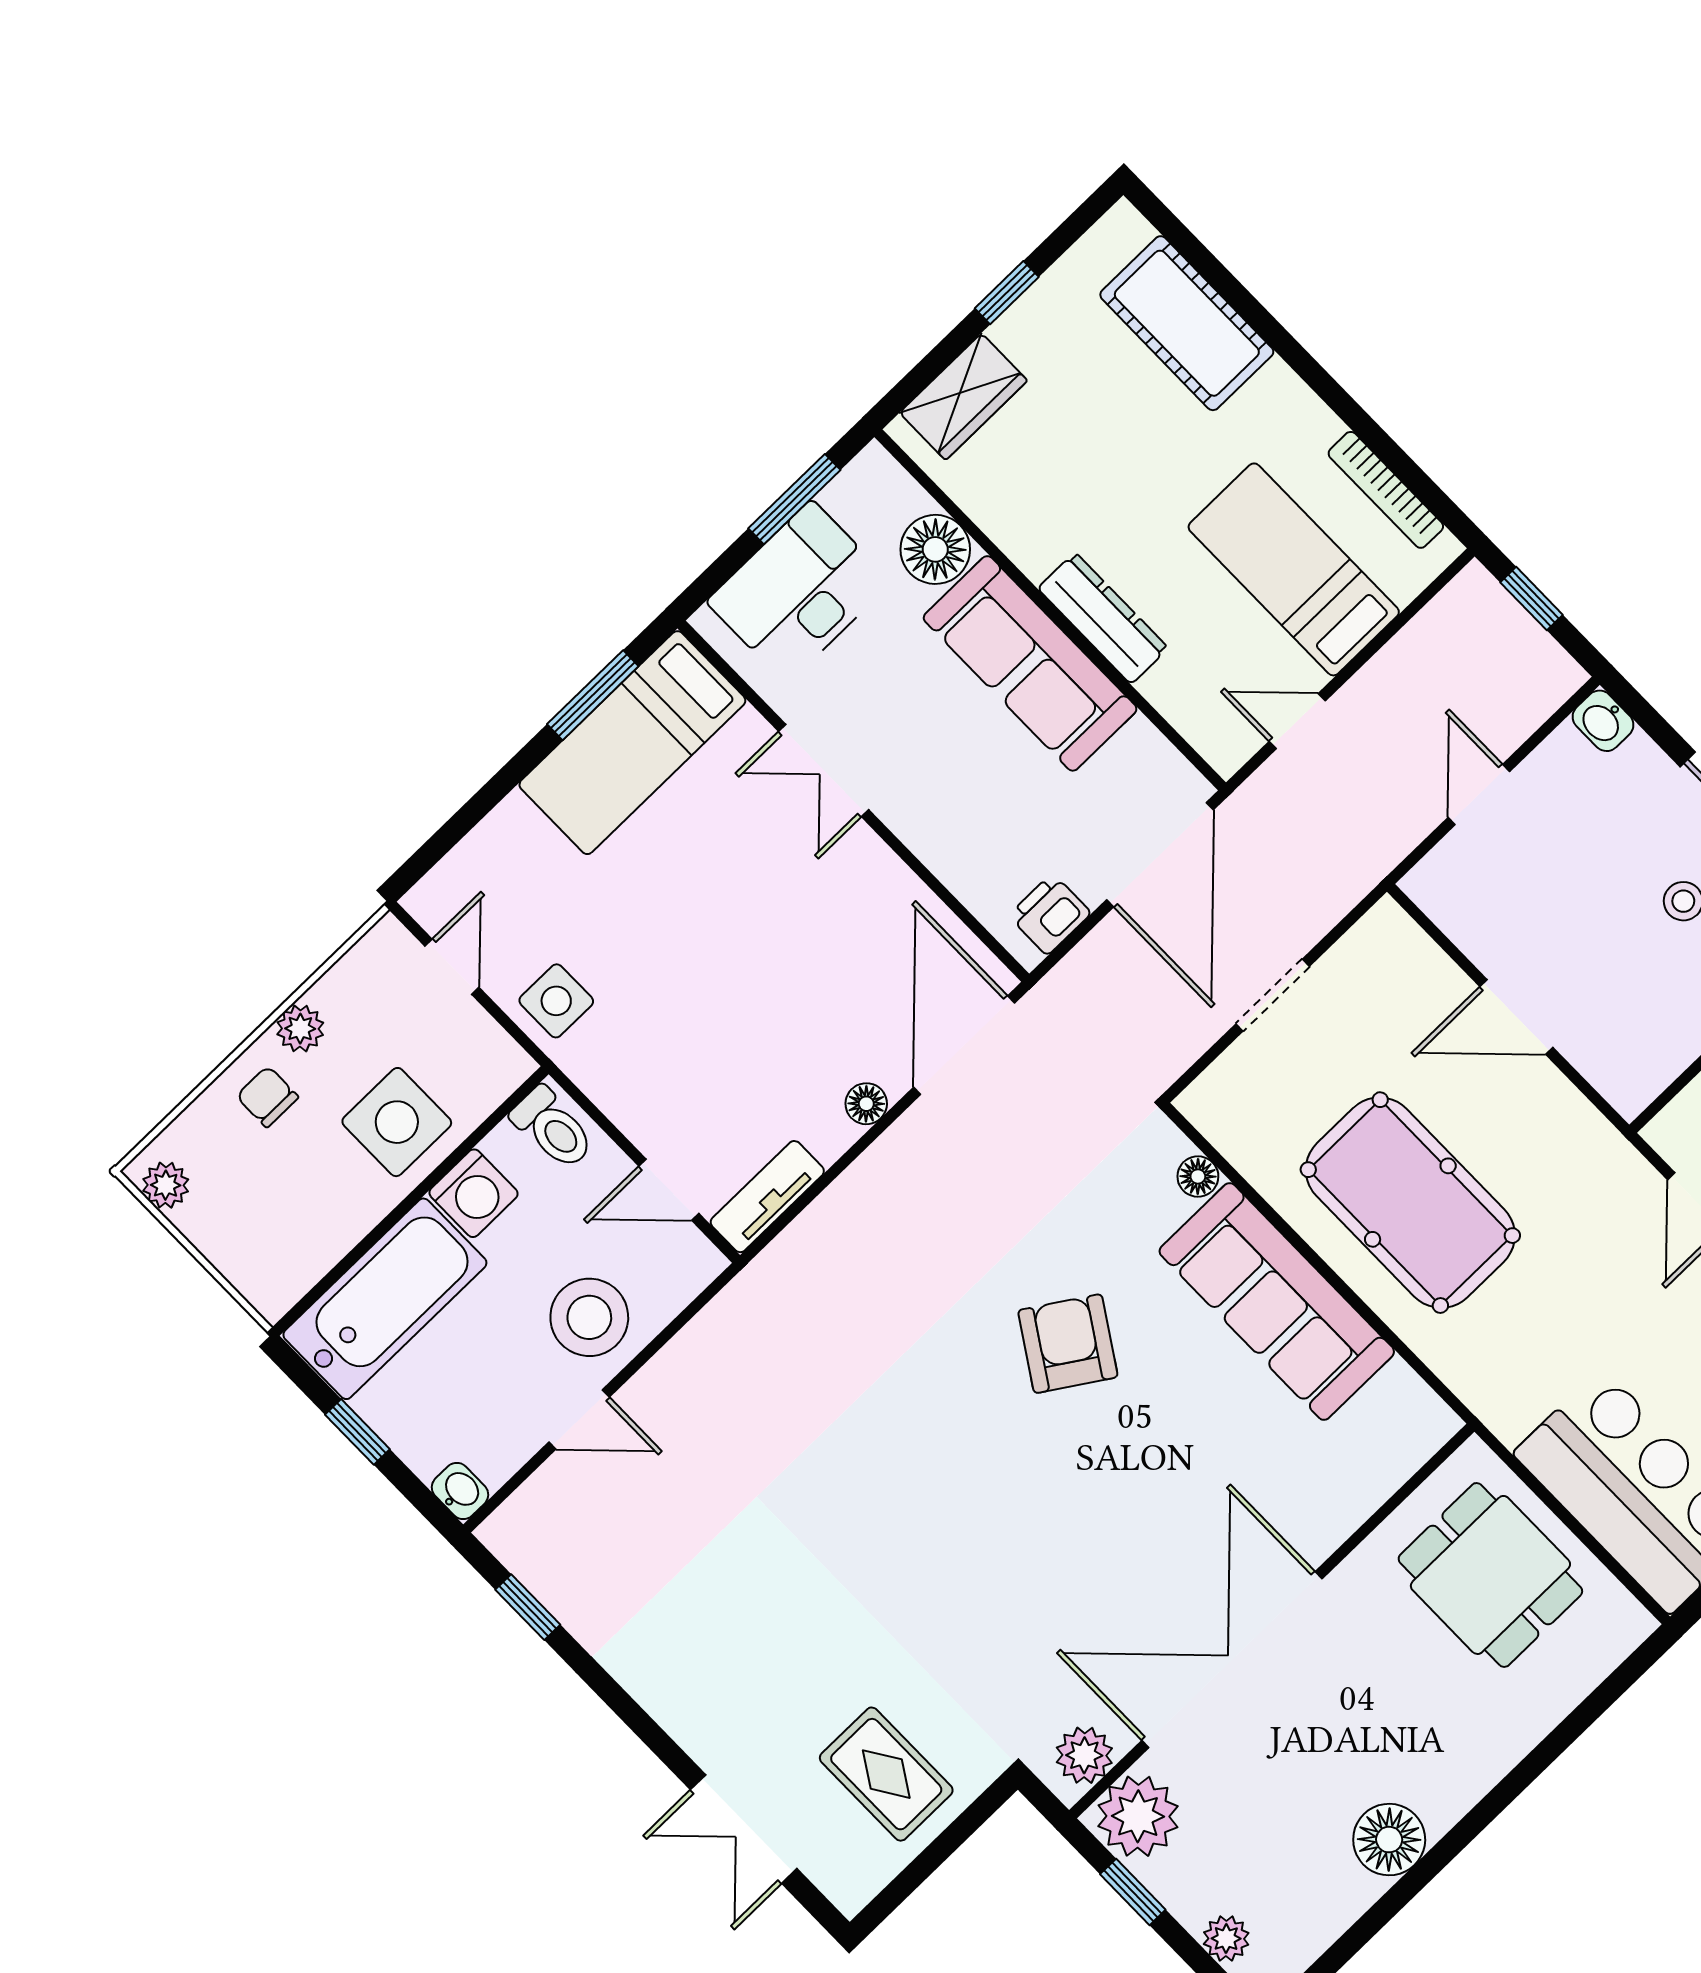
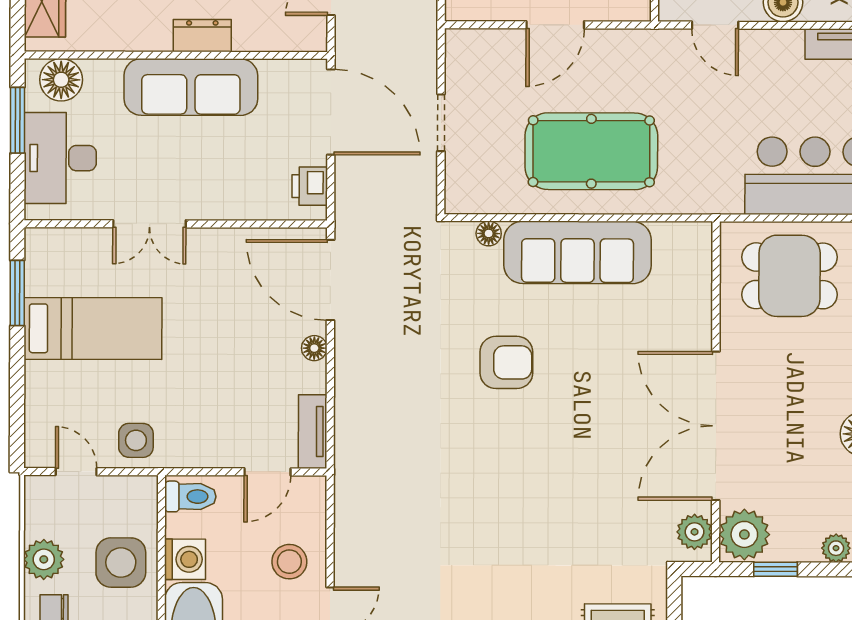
floor lamp: (935, 549) -> (61, 80), moved
dresser: (1103, 618) -> (202, 36), width x0.70
bed: (632, 743) -> (93, 328), moved, turned -90
plant: (300, 1029) -> (44, 559), width x1.38, depth x1.38
stool: (589, 1317) -> (289, 562), width x0.73, depth x0.73
armchair: (1068, 1344) -> (506, 362), turned 147

